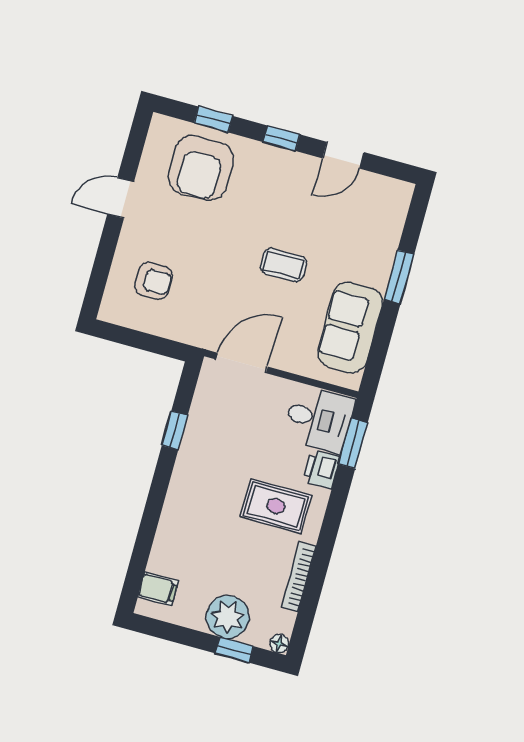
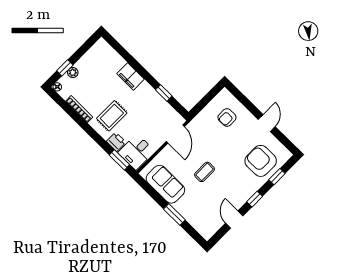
filing cabinet: (158, 589) -> (131, 76), moved, width x2.00
plant: (228, 617) -> (73, 73), width x0.53, depth x0.53

